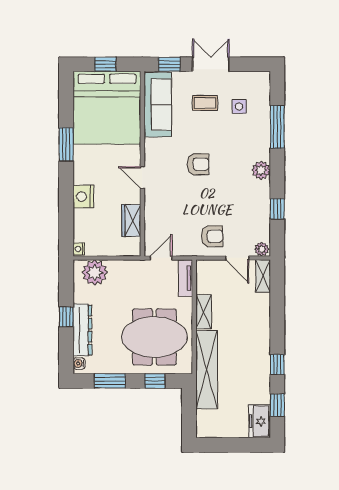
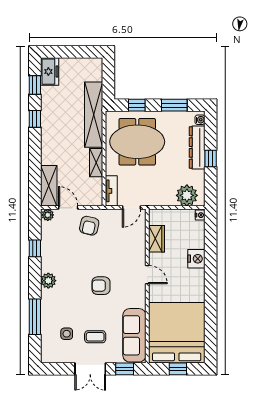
window: (66, 144) -> (211, 302), removed
armchair: (212, 236) -> (89, 226), turned -77
shelving: (263, 276) -> (49, 186), width x1.50, depth x1.33

